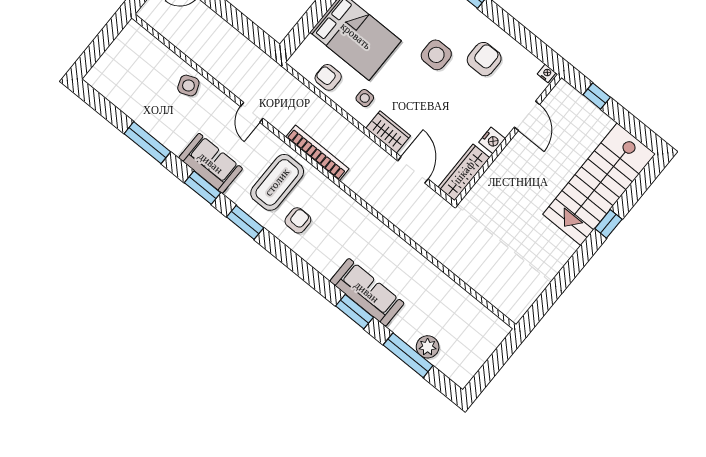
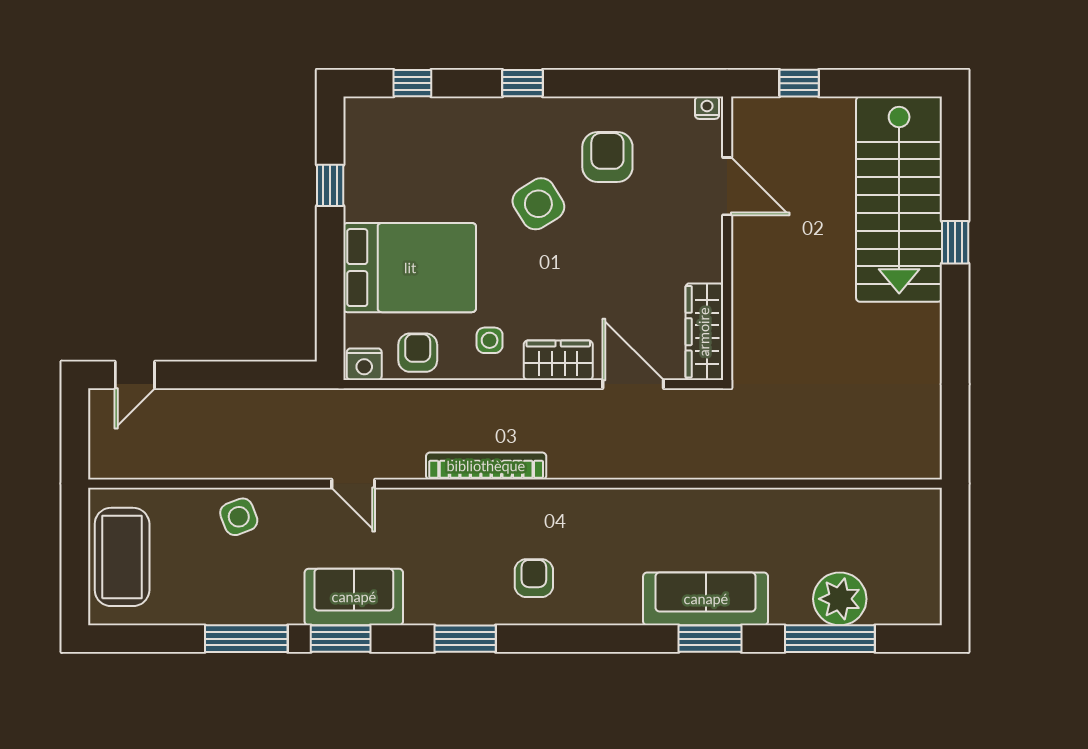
side table: (436, 55) -> (538, 204), turned -32
armchair: (328, 77) -> (418, 353), turned 90
nightstand: (492, 140) -> (364, 364), moved, turned 90
coffee table: (277, 182) -> (122, 557), moved
window: (203, 188) -> (341, 639), moved
plant: (428, 347) -> (840, 599), width x1.36, depth x1.36

